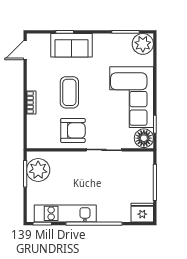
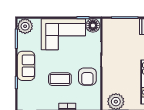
sofa: (71, 45) -> (26, 66), moved
armchair: (73, 130) -> (87, 77), turned 180

